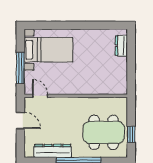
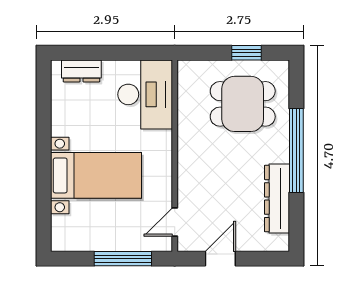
bed with nightstands: (48, 50) -> (96, 175), moved, turned 90
desk: (109, 80) -> (145, 94), added
dining table: (104, 132) -> (243, 104), width x0.73

